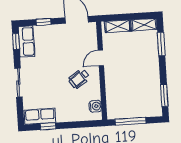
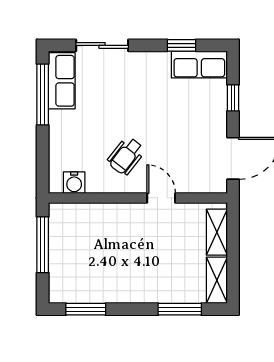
window: (16, 41) -> (182, 45), moved
wheelchair: (79, 79) -> (126, 156), turned -107
sliding door: (18, 83) -> (102, 45), moved
window: (48, 126) -> (43, 94), width x2.17

